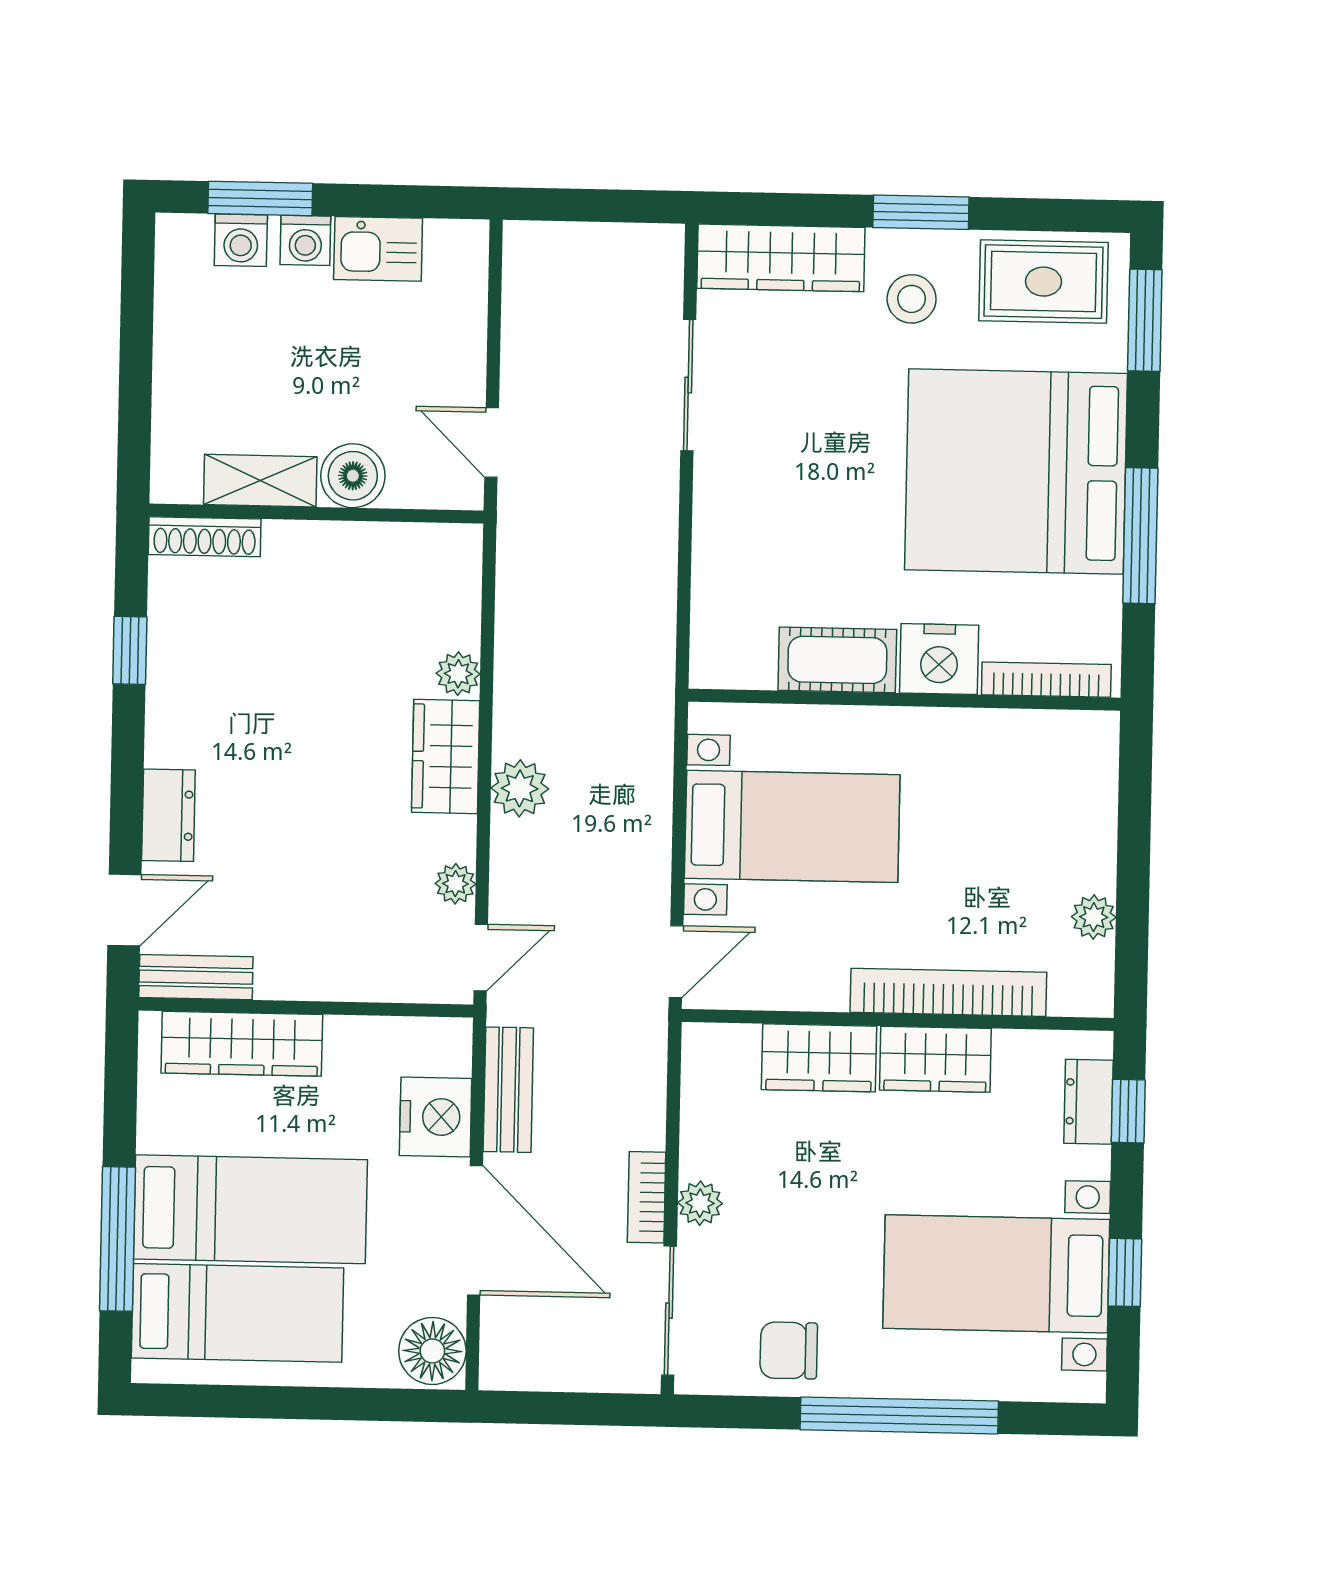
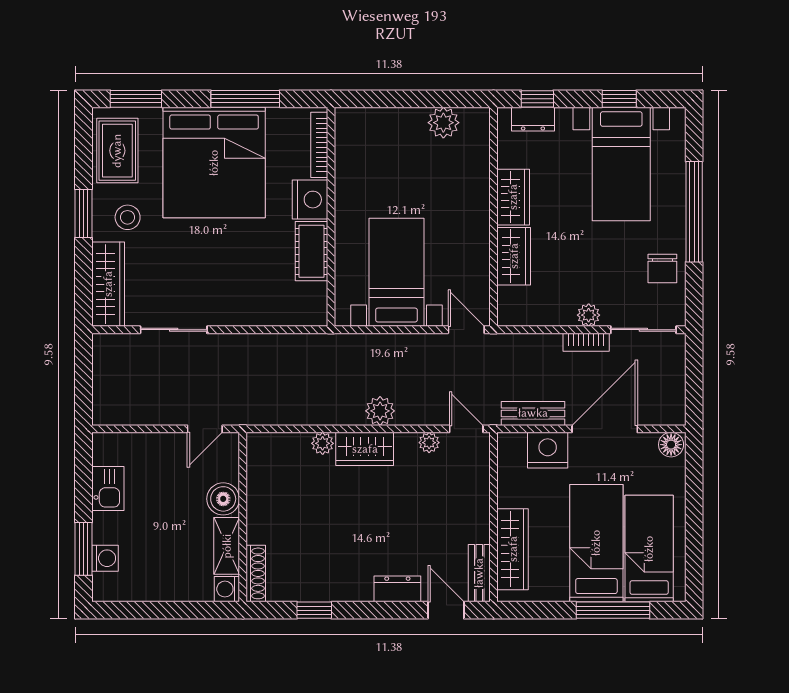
washing machine: (305, 240) -> (227, 589), moved, turned 180
plant: (1094, 917) -> (443, 123), width x1.38, depth x1.38
bookcase: (948, 992) -> (479, 191), removed
floor lamp: (432, 1351) -> (671, 445), width x0.73, depth x0.73

